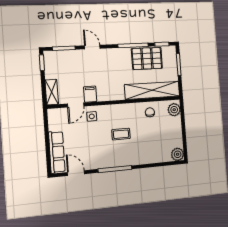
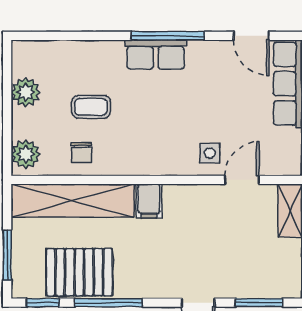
filing cabinet: (90, 94) -> (149, 201), moved
coffee table: (121, 134) -> (91, 107), moved
plant: (178, 154) -> (26, 92), moved
row of seats: (120, 160) -> (156, 55), added

